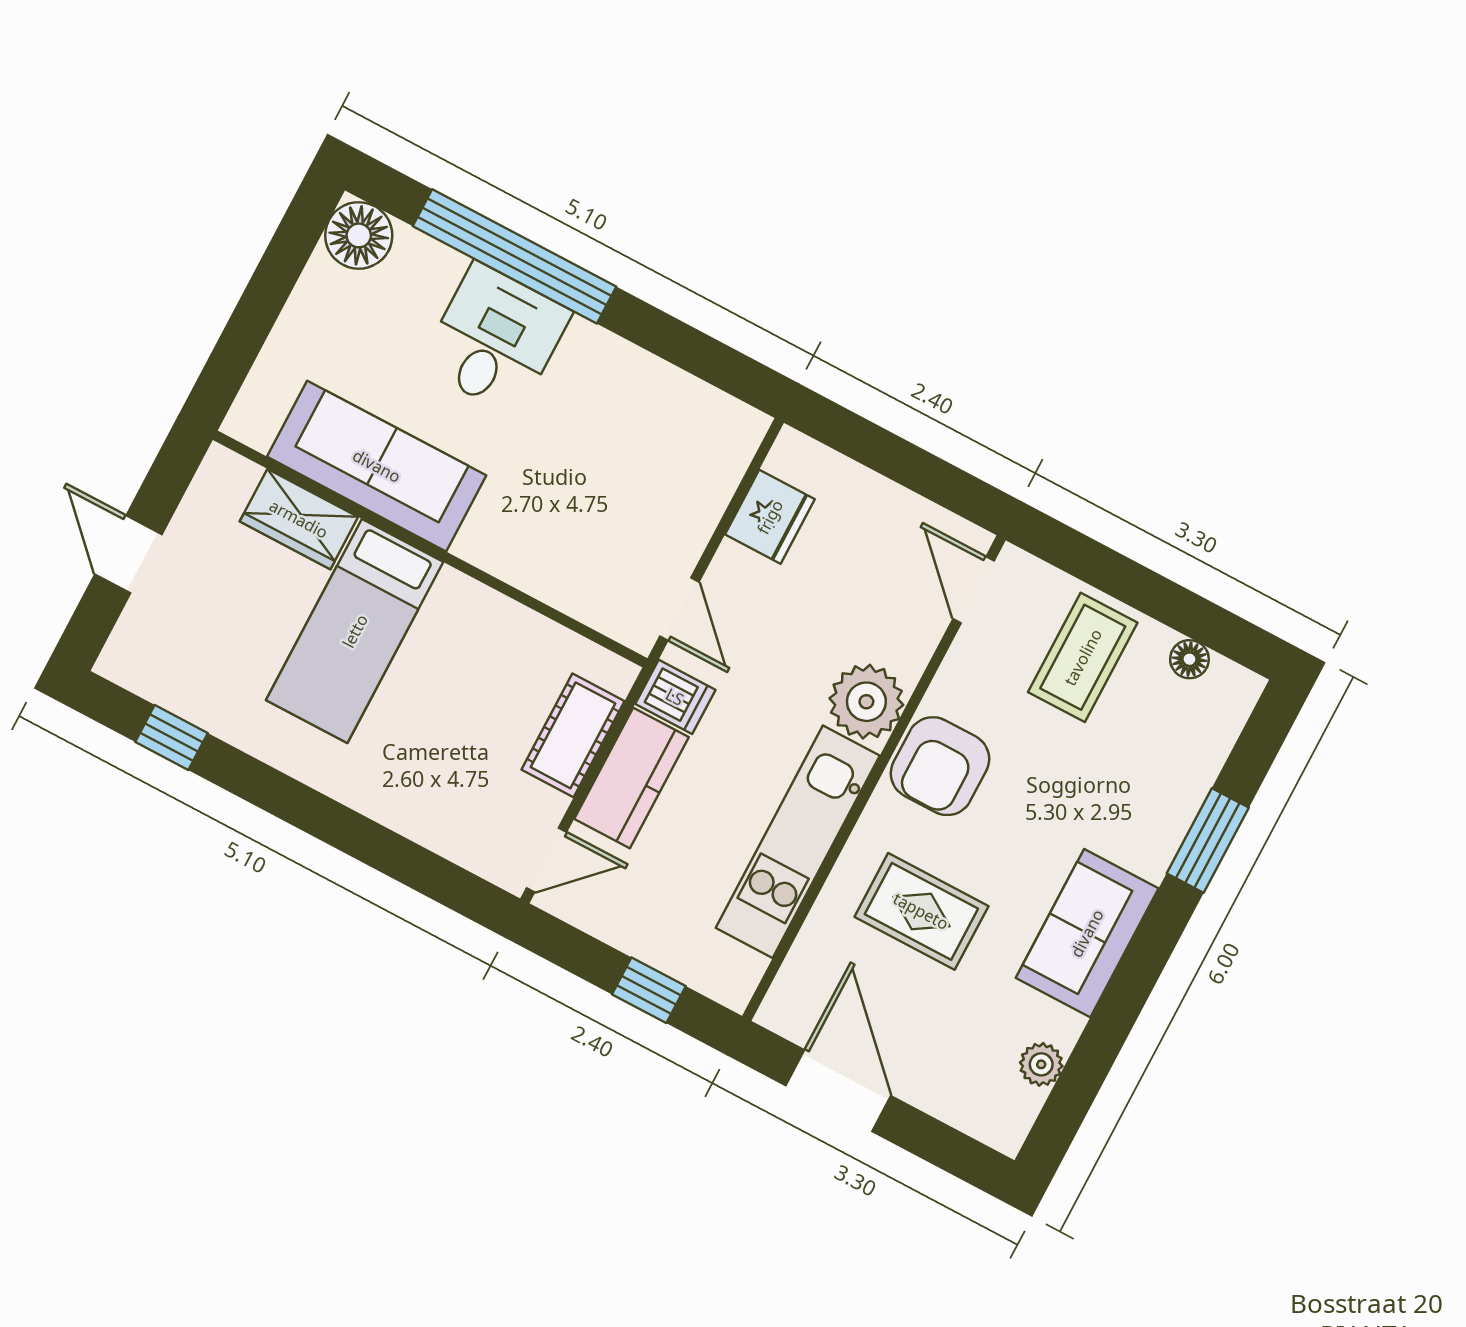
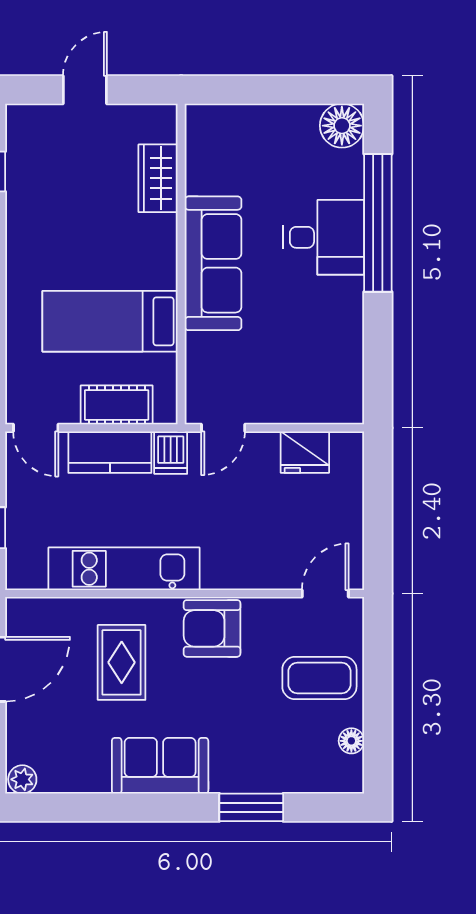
sofa: (377, 466) -> (213, 263), moved
bed: (355, 631) -> (110, 321), moved
plant: (866, 702) -> (227, 566), removed
plant: (1041, 1064) -> (22, 779), moved

